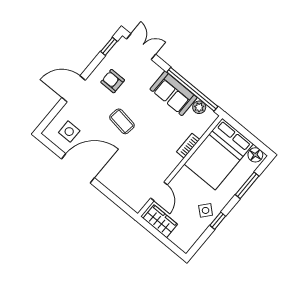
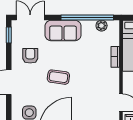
armchair: (113, 81) -> (30, 56), turned 90
sofa: (174, 93) -> (63, 30), moved

